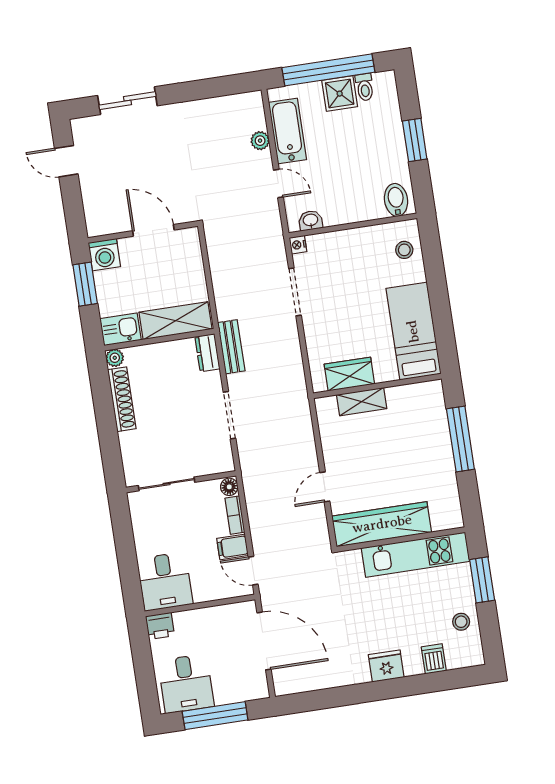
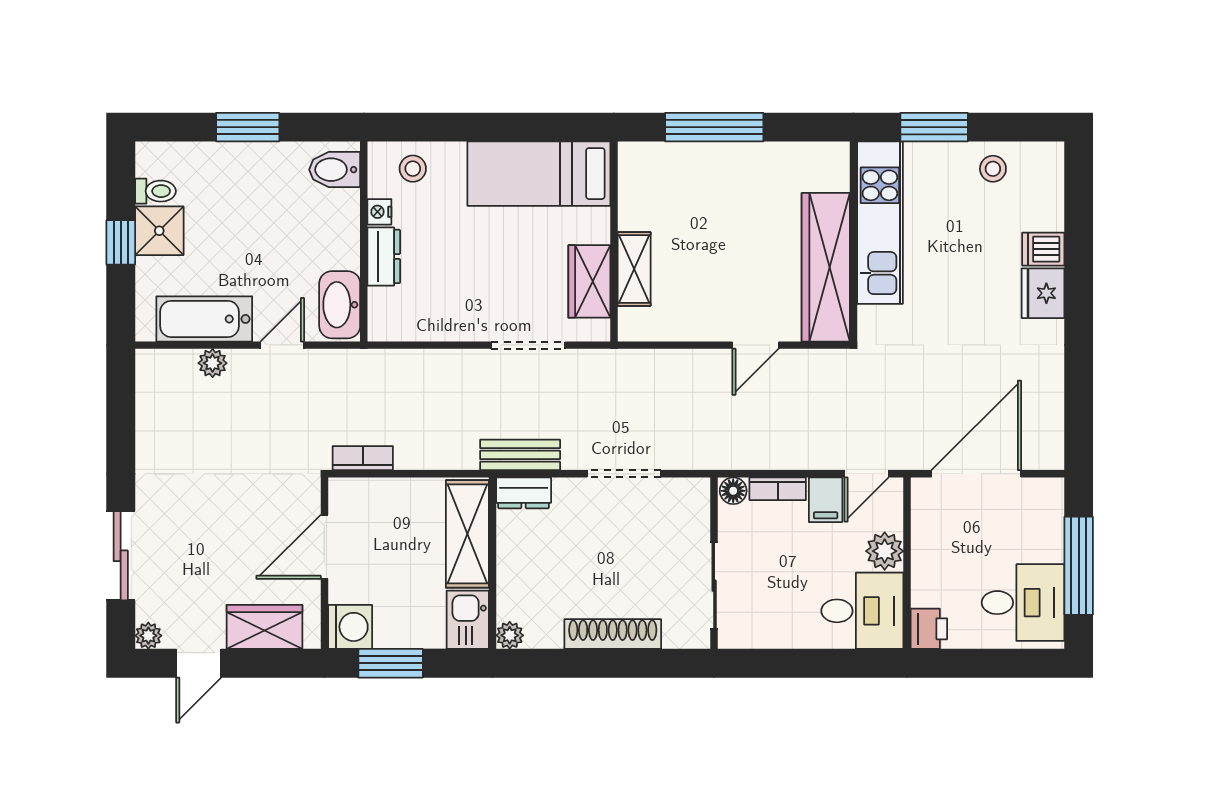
window: (328, 70) -> (121, 242), width x0.32
plant: (79, 126) -> (148, 636), added
wardrobe: (96, 200) -> (264, 627), added
washbasin: (311, 220) -> (340, 305), width x1.91, depth x1.45
dresser: (345, 240) -> (384, 256), added
nightstand: (298, 245) -> (379, 212), moved, turned 90
bookcase: (214, 246) -> (363, 458), added
doorway: (295, 292) -> (528, 345), moved
shoe rack: (122, 399) -> (613, 634), moved
door: (325, 487) -> (755, 345), hinge flipped
plant: (205, 590) -> (885, 551), added
dishwasher: (434, 659) -> (1043, 249), moved

